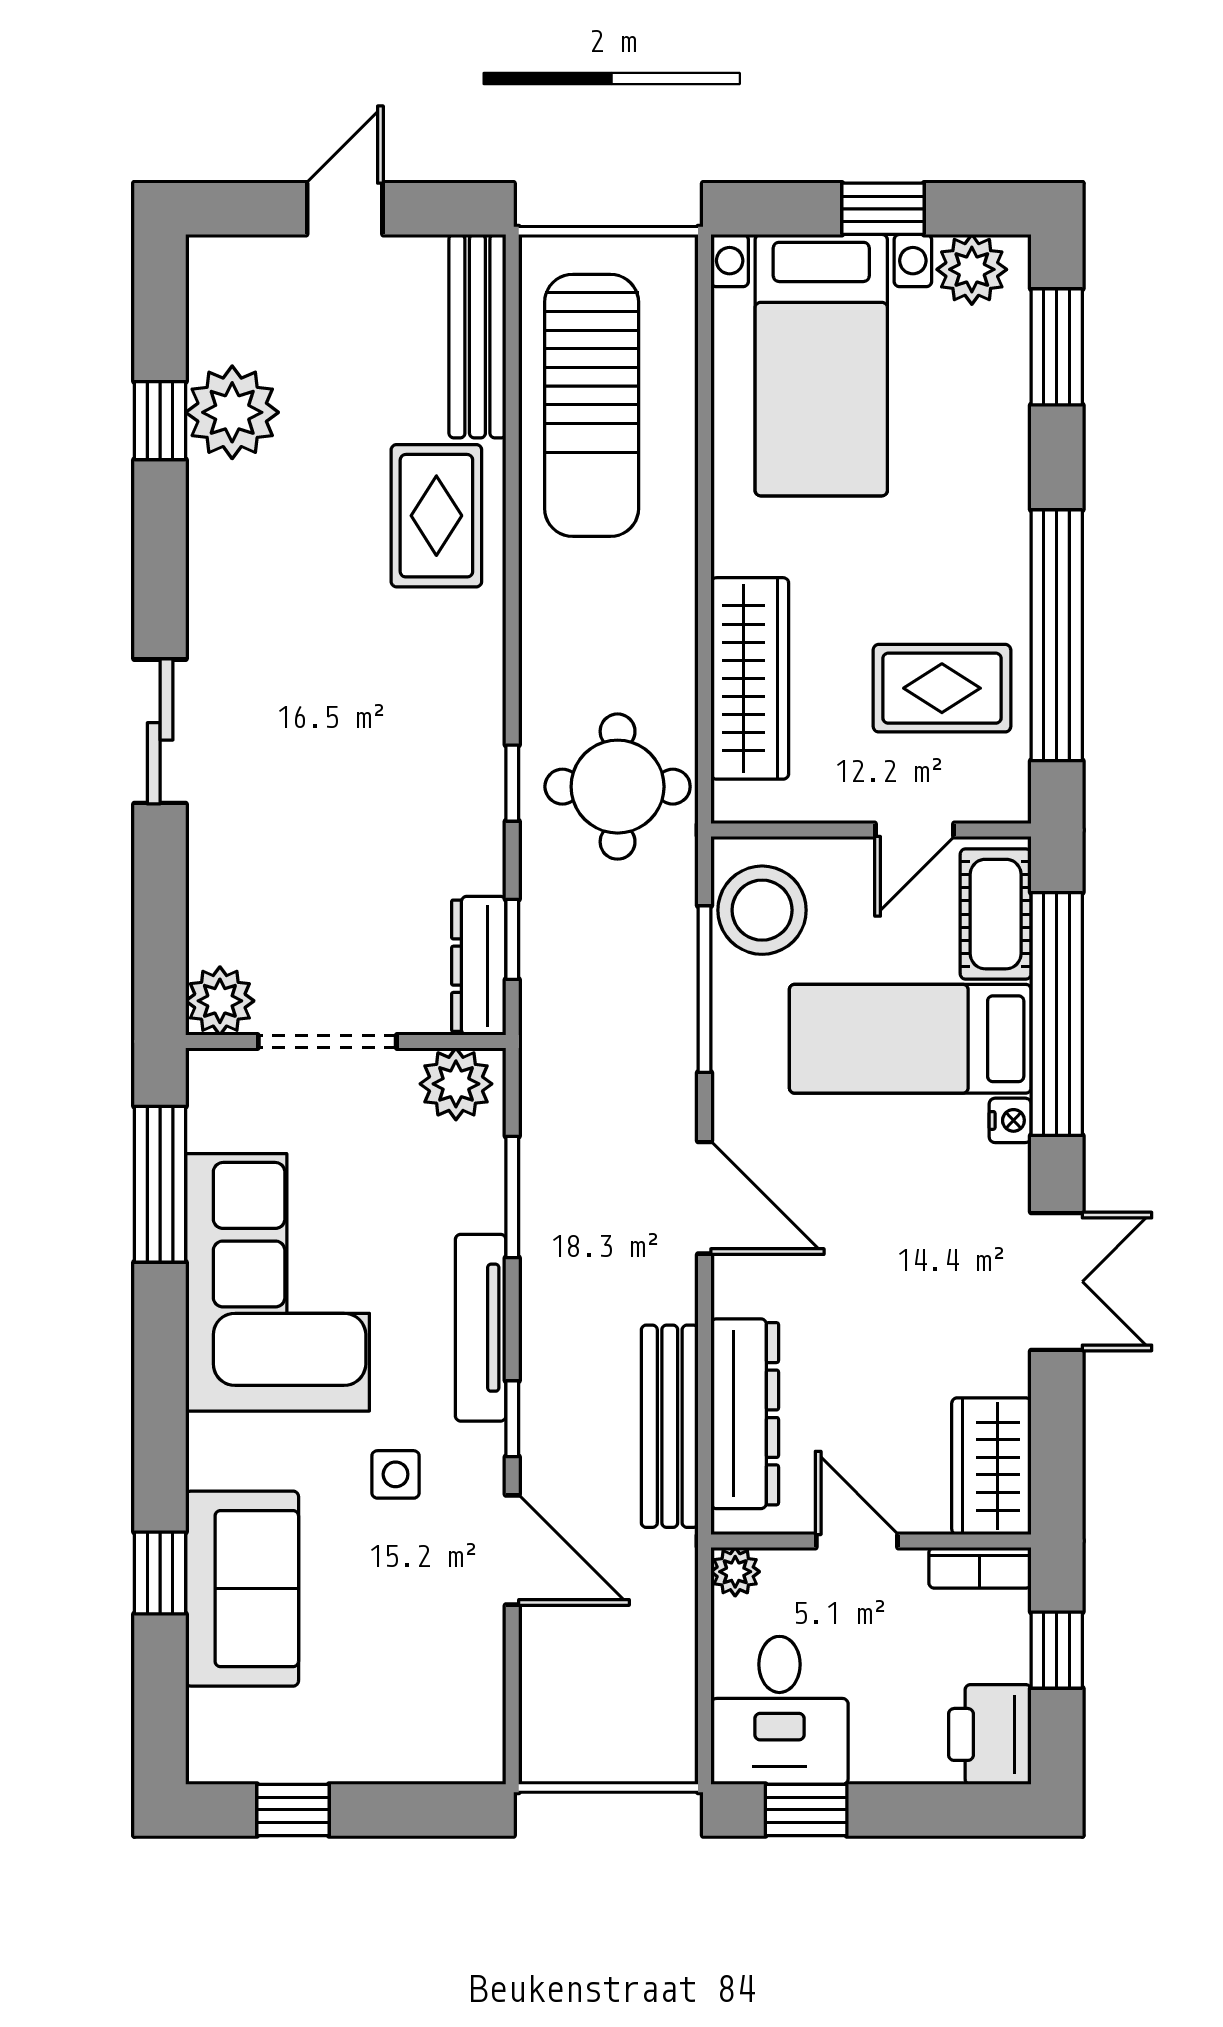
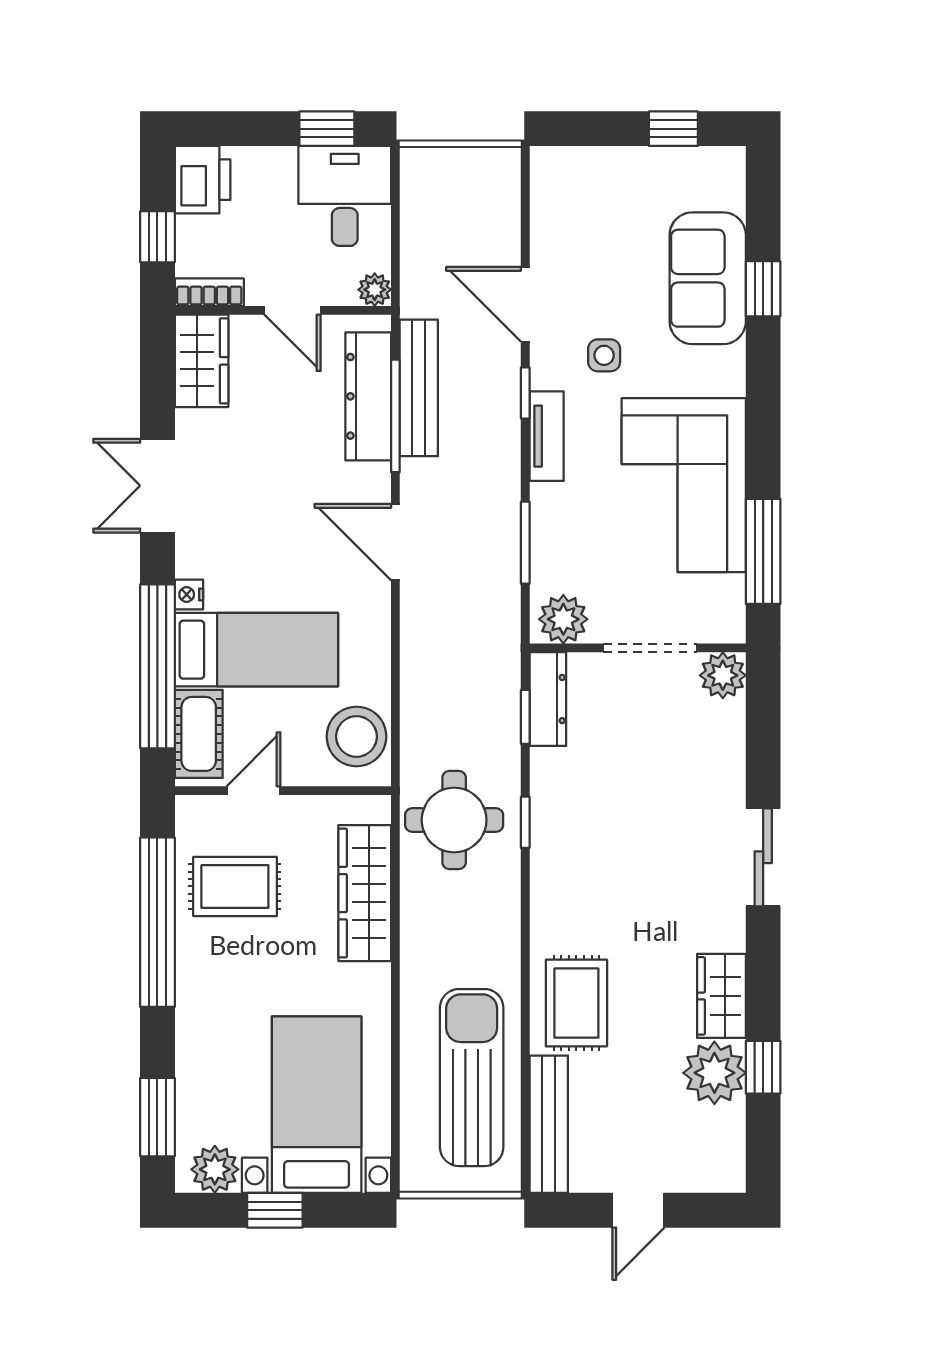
wardrobe: (222, 526) -> (721, 996), added
window: (704, 989) -> (395, 416), moved
tv unit: (481, 1328) -> (547, 436), width x0.71

